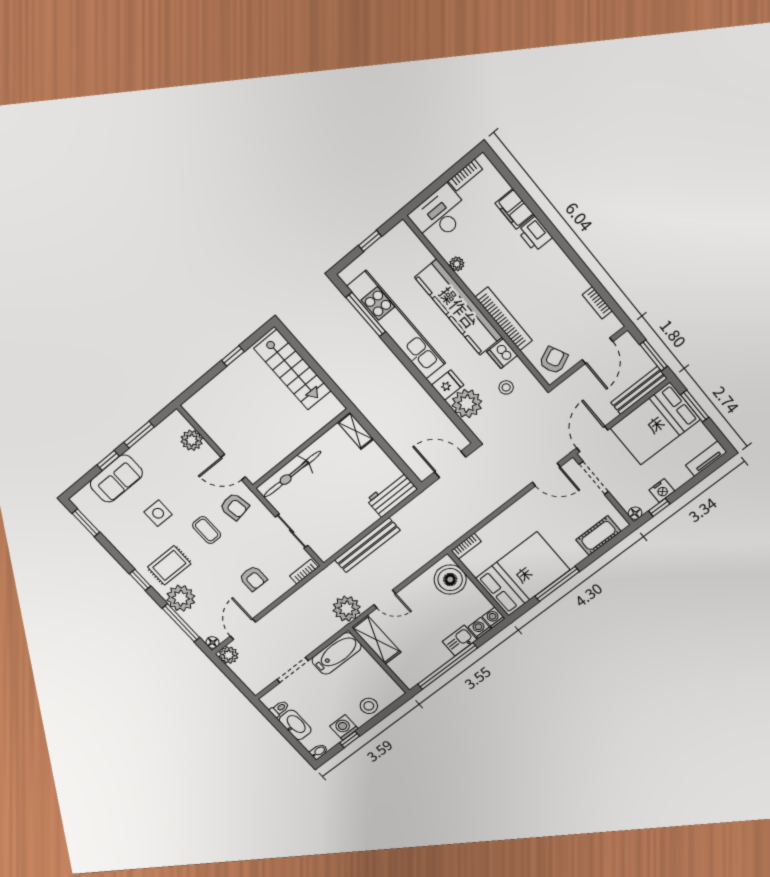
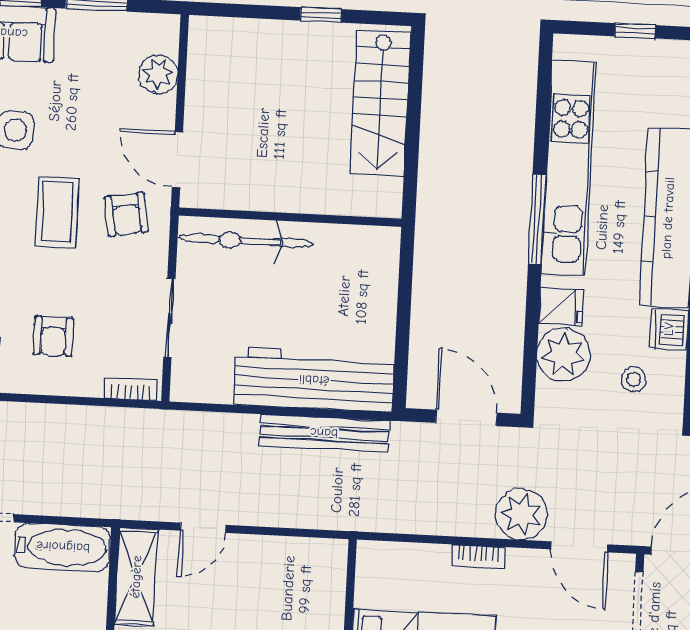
window: (366, 314) -> (537, 219), moved
shelving: (356, 431) -> (385, 258), removed
workbench: (392, 495) -> (314, 380), width x1.87, depth x1.32
coffee table: (207, 530) -> (57, 212), width x1.36, depth x1.30
bench: (367, 545) -> (324, 433), moved
bookcase: (466, 546) -> (478, 557), moved
boiler: (450, 580) -> (318, 580), removed
door: (385, 599) -> (203, 528), hinge flipped
plant: (347, 609) -> (521, 514), moved

